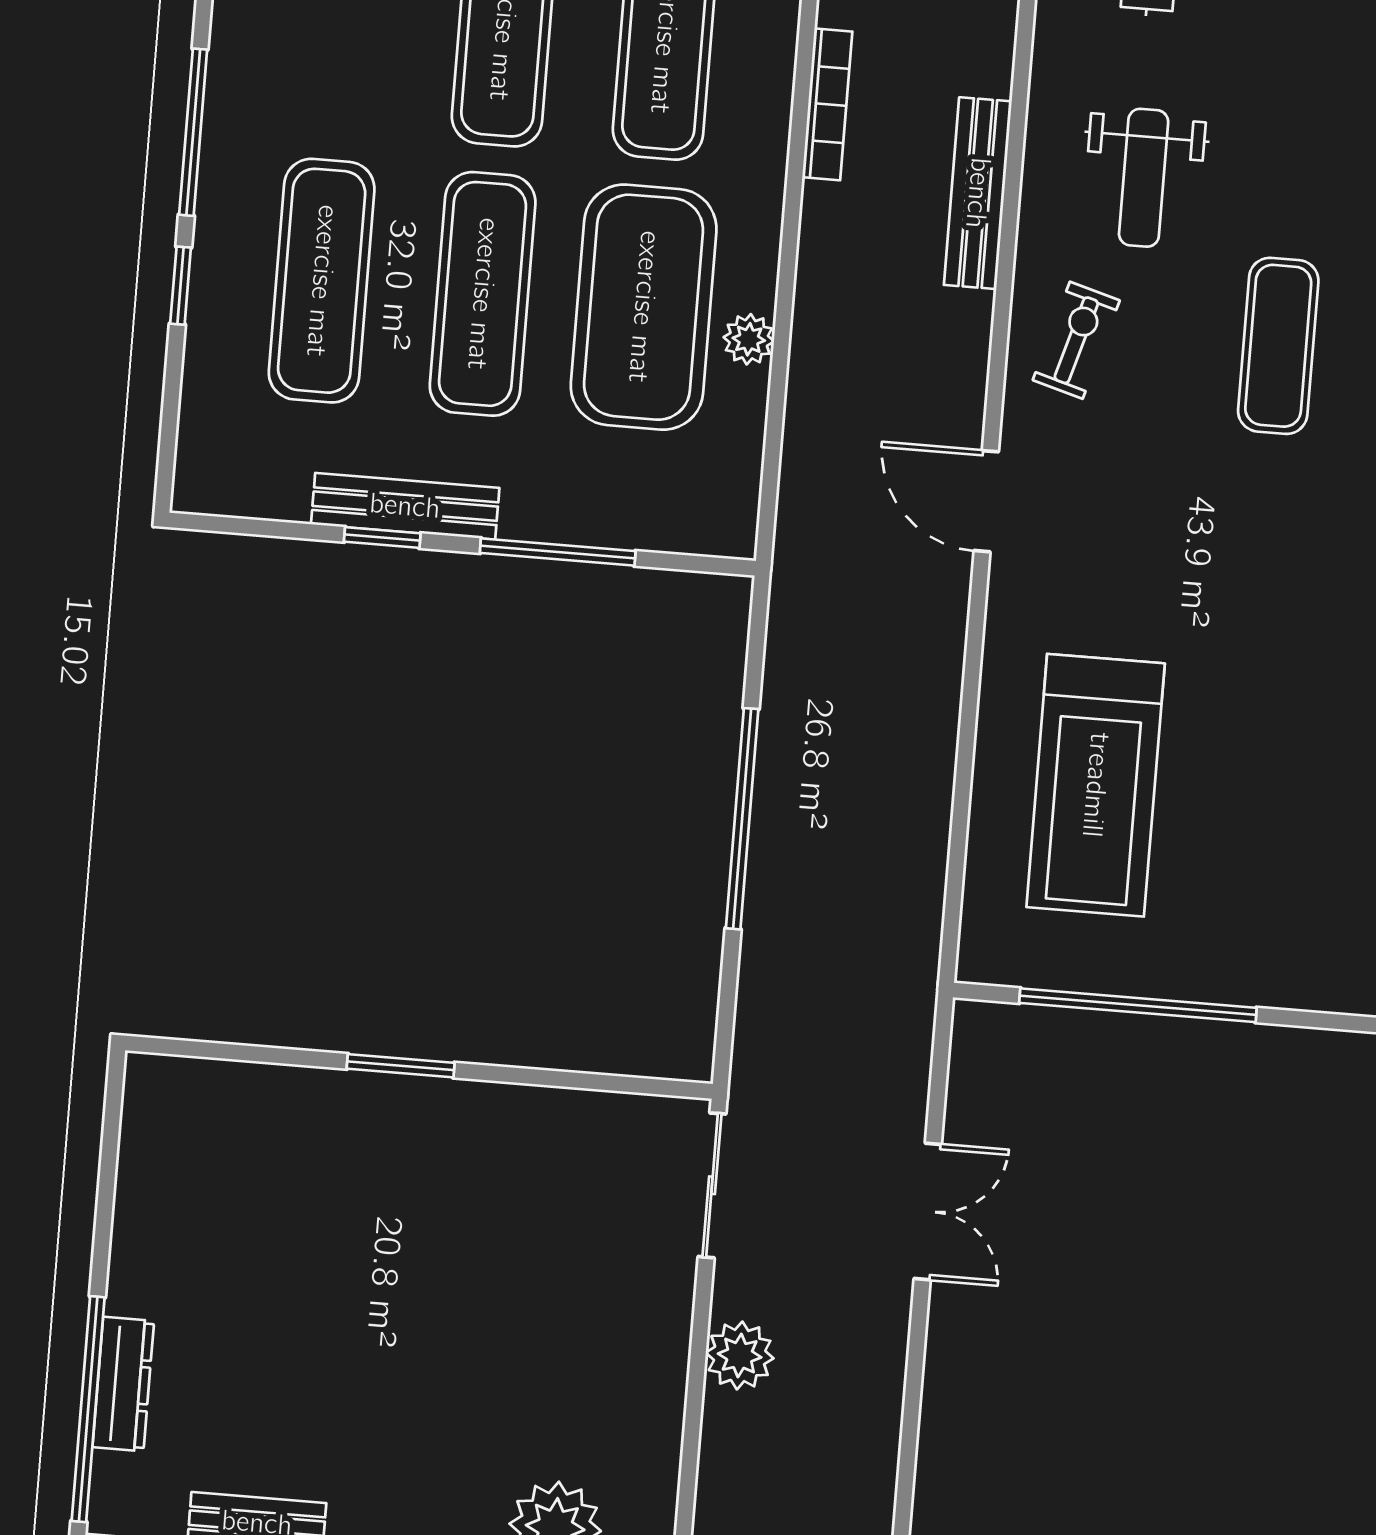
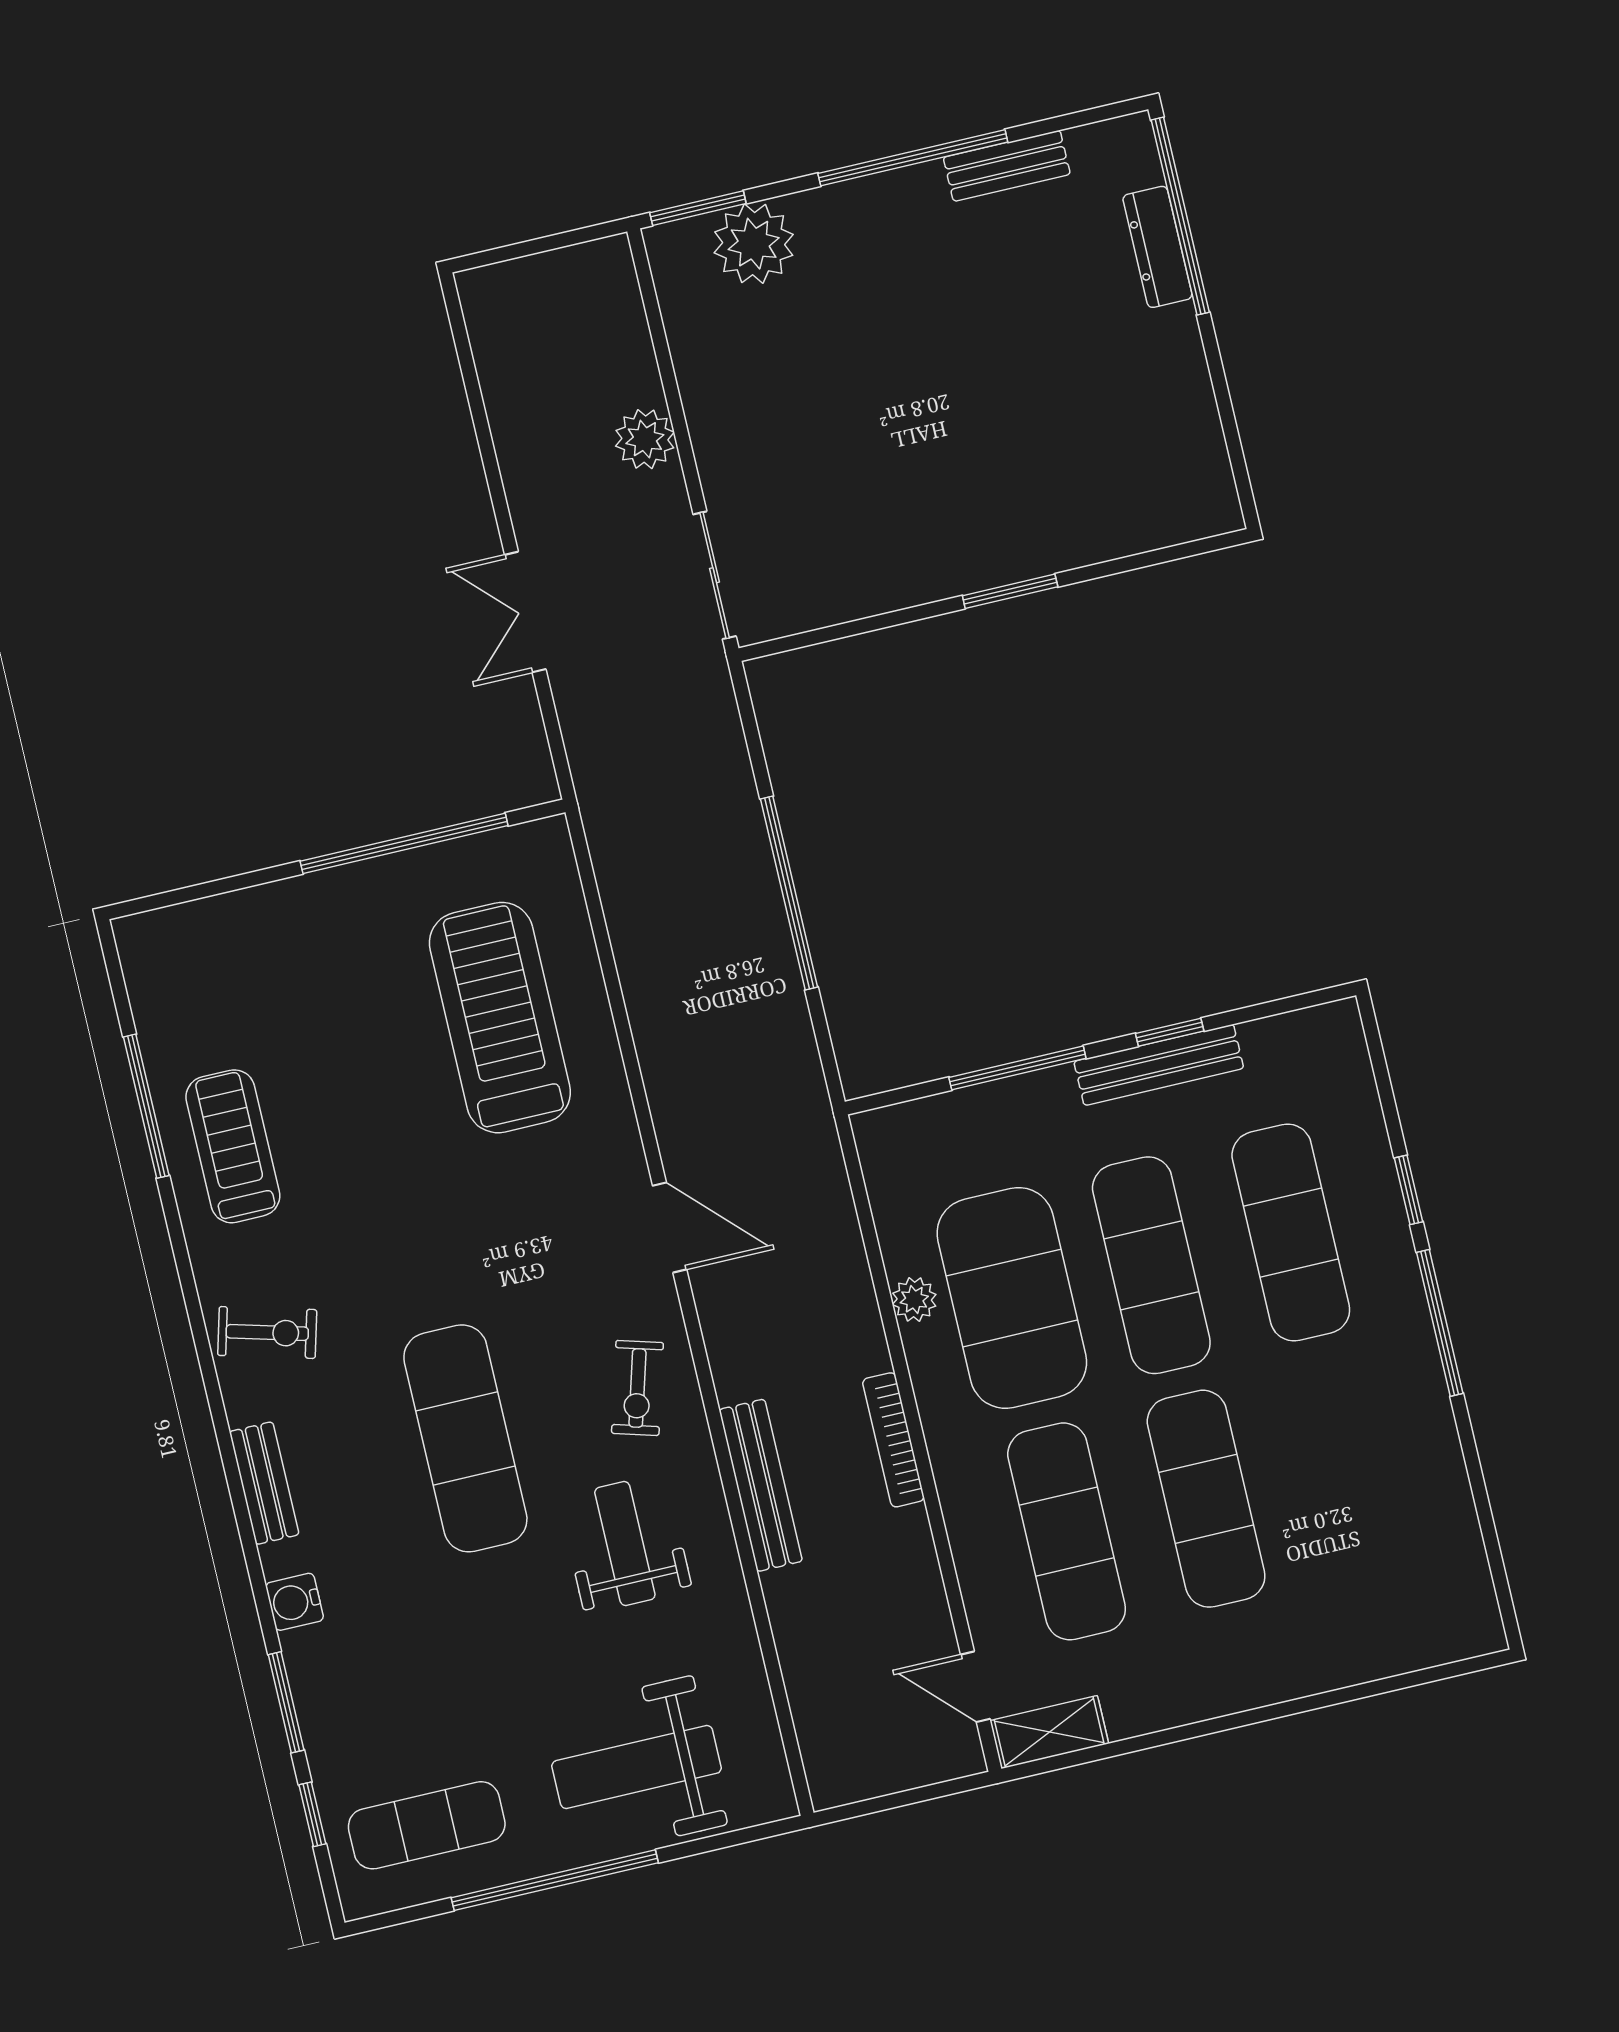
bookcase: (827, 104) -> (893, 1440), moved
exercise mat: (1278, 346) -> (465, 1438), width x1.36, depth x1.45

